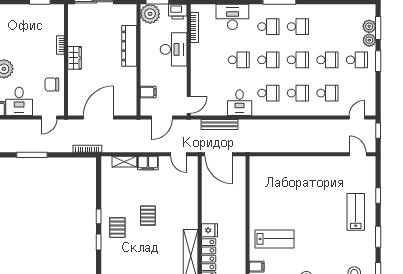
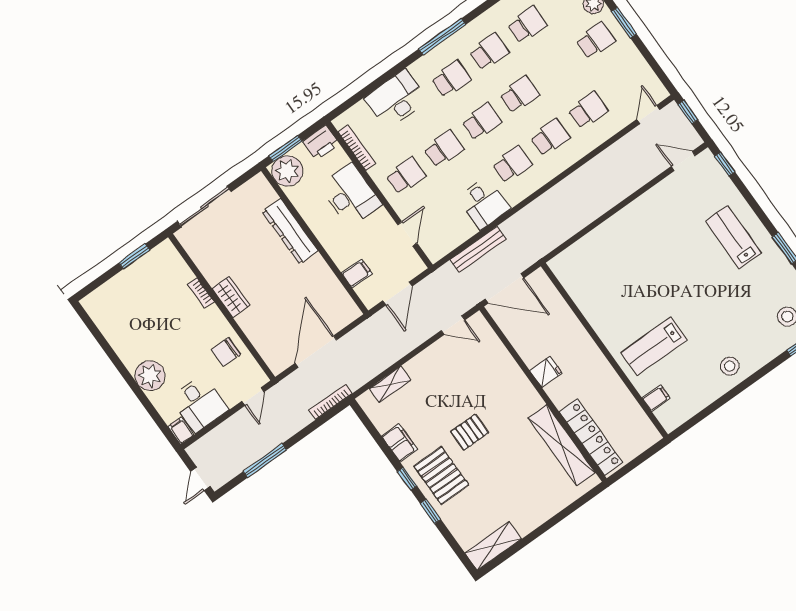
school desk: (209, 60) -> (406, 176), added
school desk: (327, 60) -> (527, 25), moved
door: (189, 105) -> (407, 234), moved
filing cabinet: (148, 163) -> (400, 443), moved, turned -90
window: (378, 196) -> (725, 164), moved
pallet: (148, 216) -> (470, 432), turned 90
pallet: (117, 228) -> (441, 476), width x1.50, depth x1.42
fridge: (209, 230) -> (546, 372), moved
lab bench: (275, 239) -> (654, 346), turned 180

